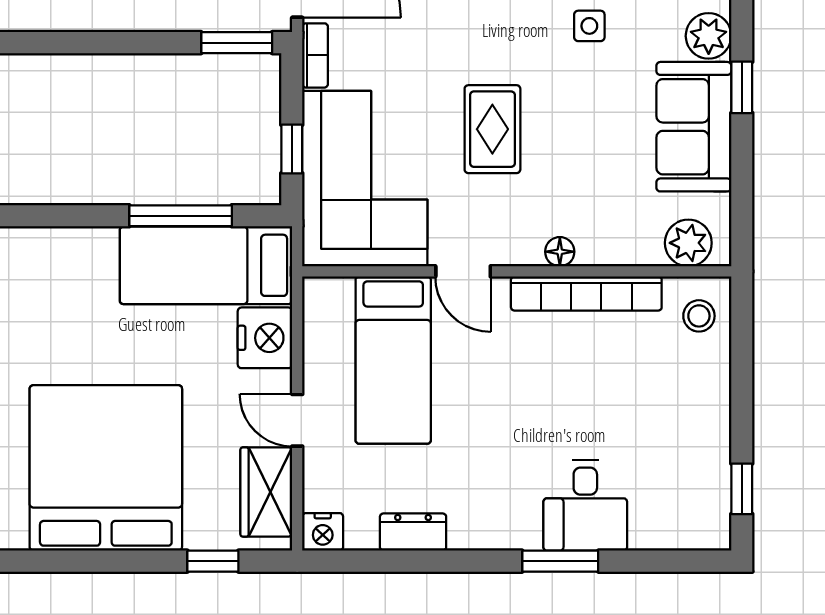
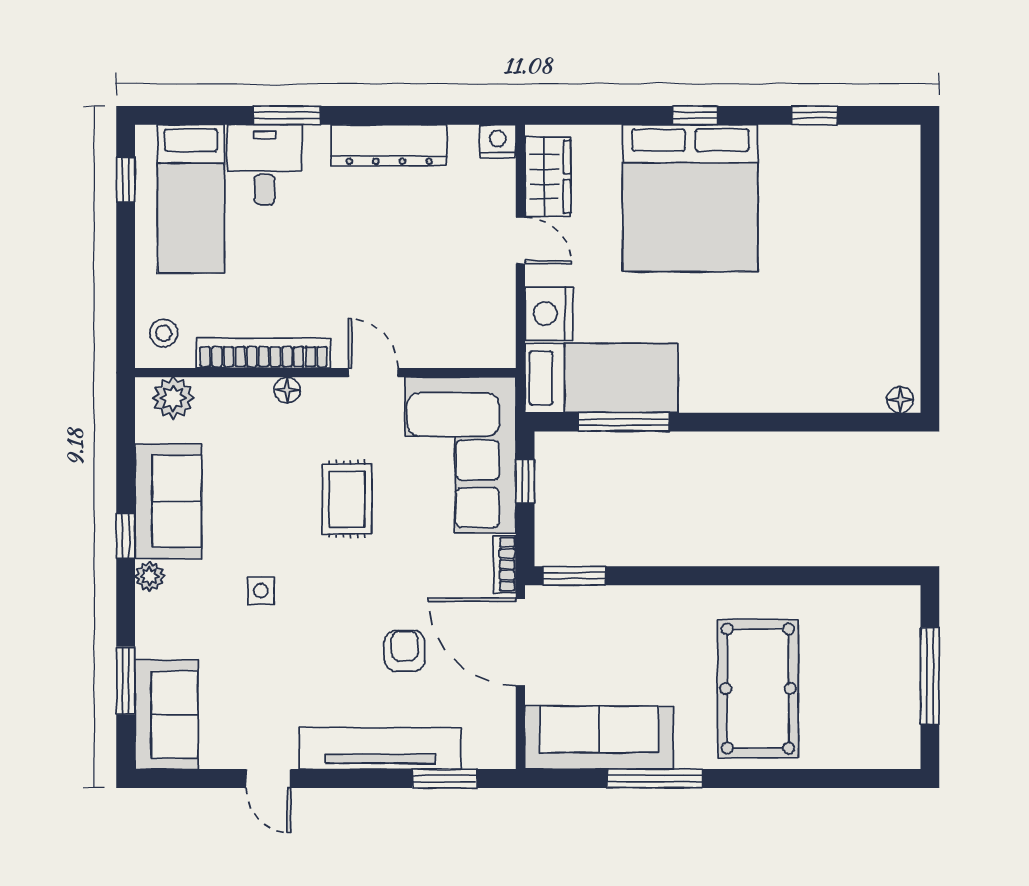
plant: (709, 36) -> (150, 576), width x0.73, depth x0.73
bed: (393, 360) -> (191, 199), moved, turned 180
dresser: (413, 532) -> (389, 145), width x1.96, depth x1.24
window: (213, 561) -> (695, 115), moved

